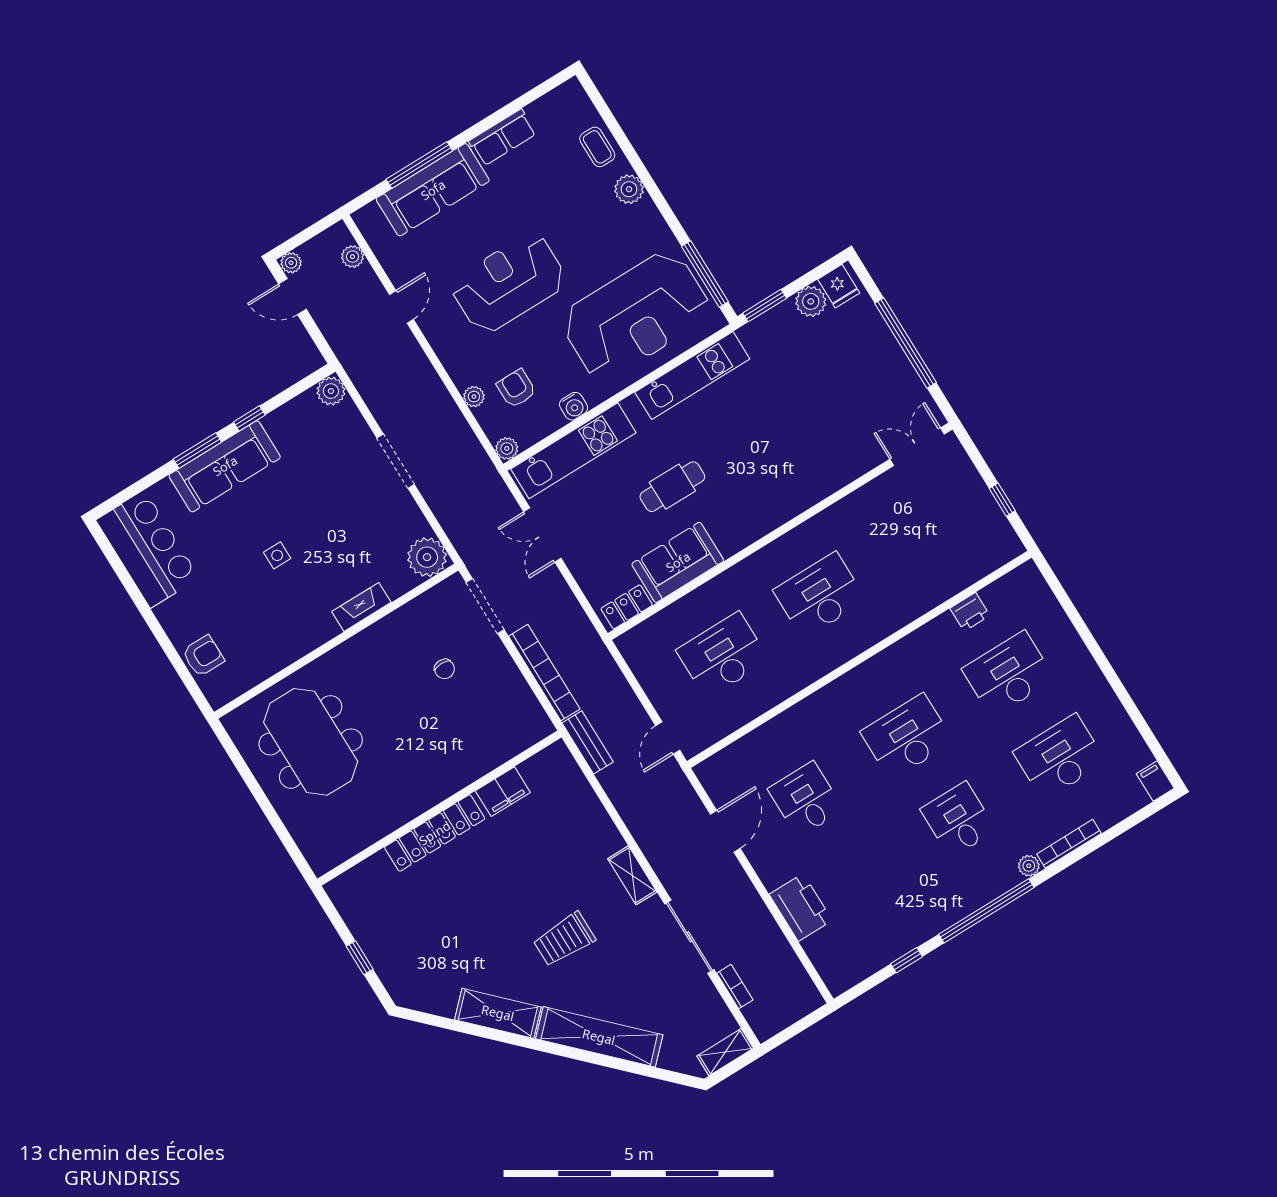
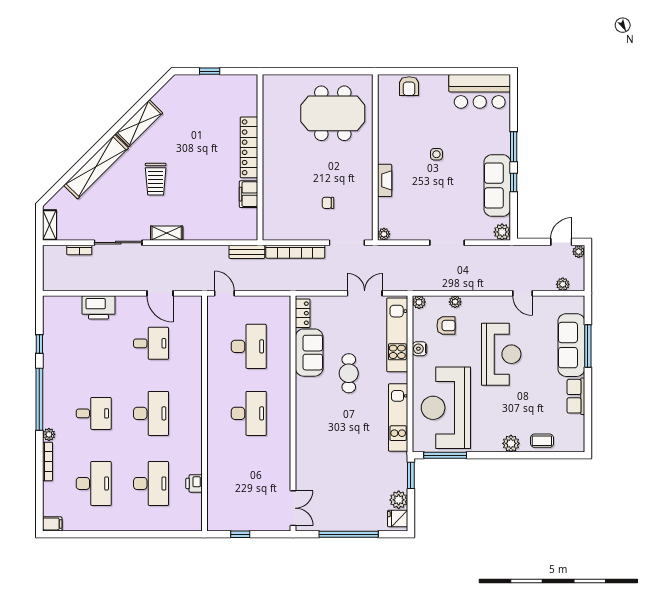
sofa: (225, 466) -> (497, 186), moved
plant: (427, 557) -> (384, 234), width x0.53, depth x0.53
trolley: (564, 939) -> (156, 179), turned 180

